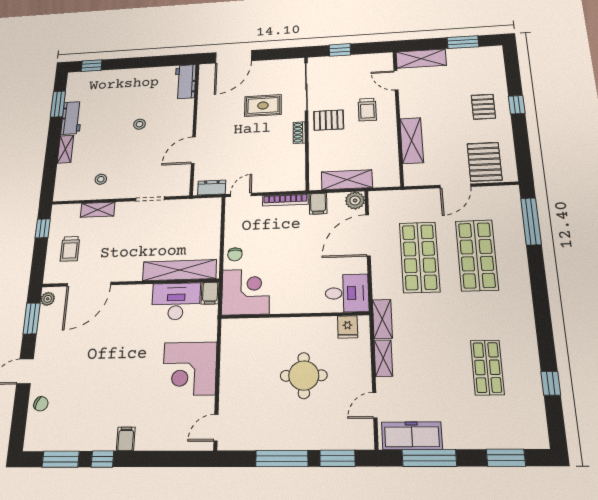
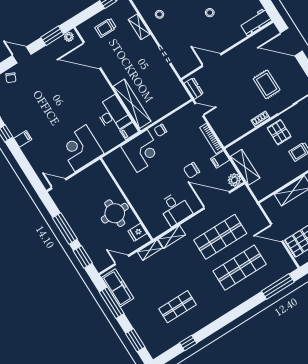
chair: (310, 245) -> (192, 170), added
wall: (295, 315) -> (127, 199), moved
fridge: (348, 327) -> (137, 232), moved

